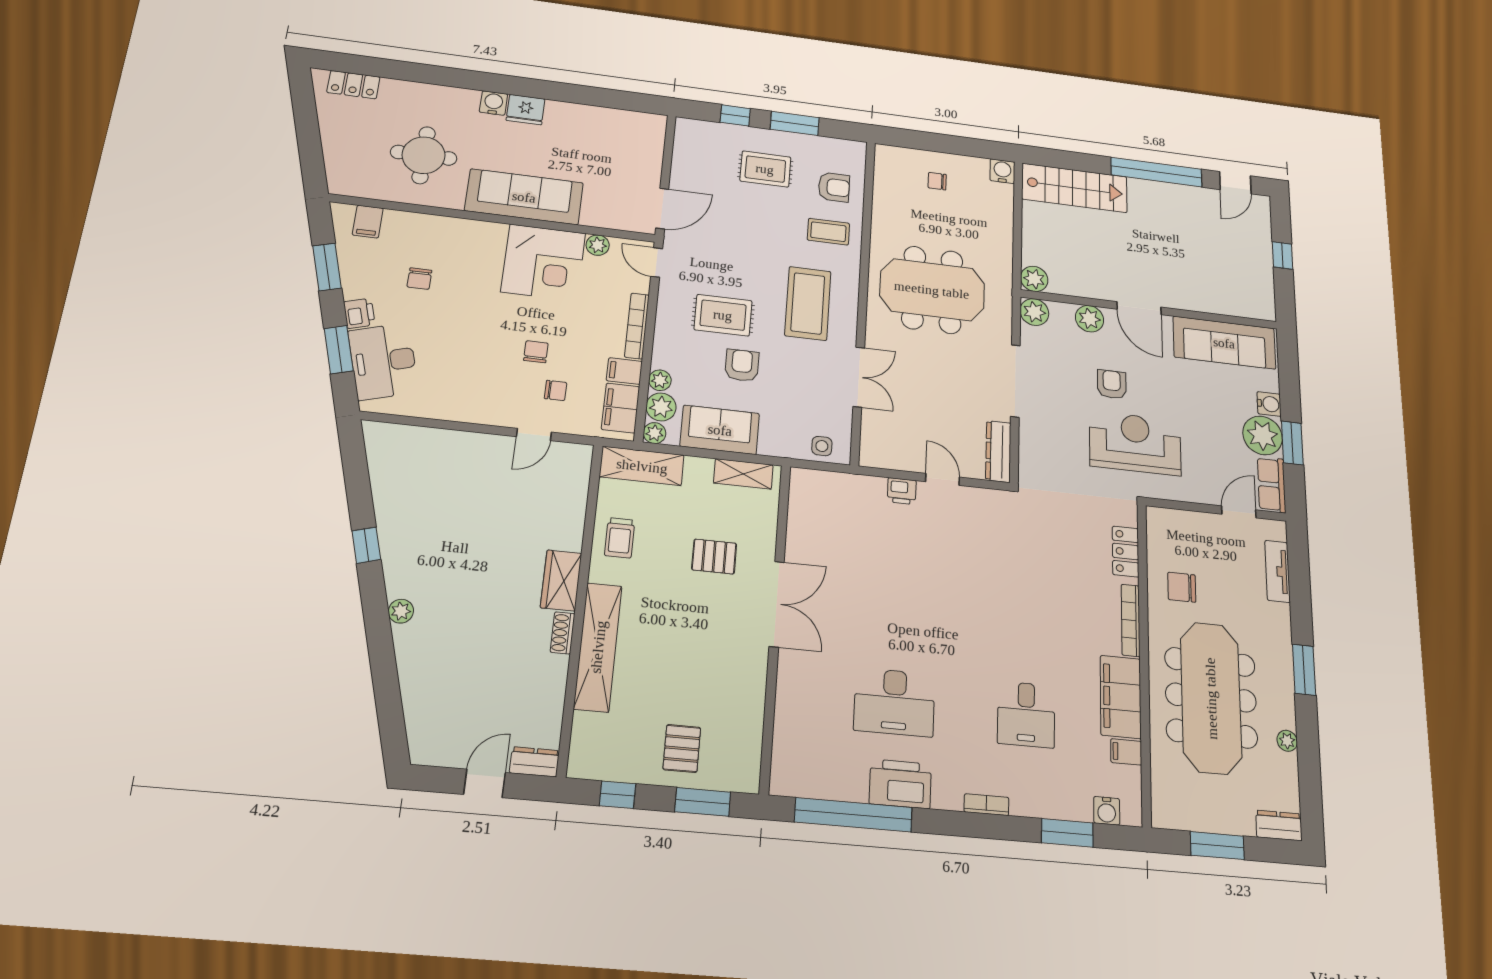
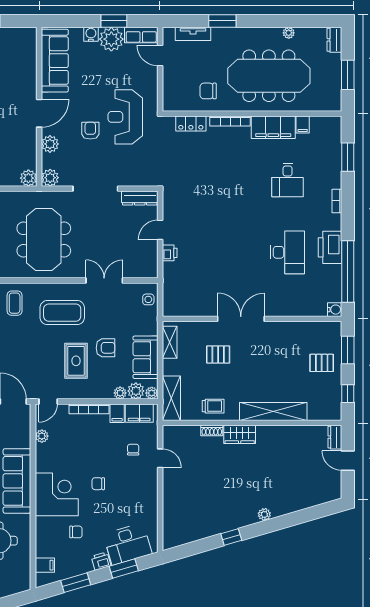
corner desk: (543, 262) -> (57, 494), moved
chair: (536, 352) -> (98, 484), moved
armchair: (742, 365) -> (105, 348), turned 180
armchair: (1112, 384) -> (90, 131), turned 90
pallet: (714, 557) -> (218, 355), turned 90
chair: (1182, 587) -> (208, 91), turned 90
shoe rack: (563, 633) -> (212, 431), moved
window: (1304, 670) -> (222, 21), moved
desk: (1026, 714) -> (288, 180), turned 90
water cooler: (1107, 811) -> (335, 310), moved

